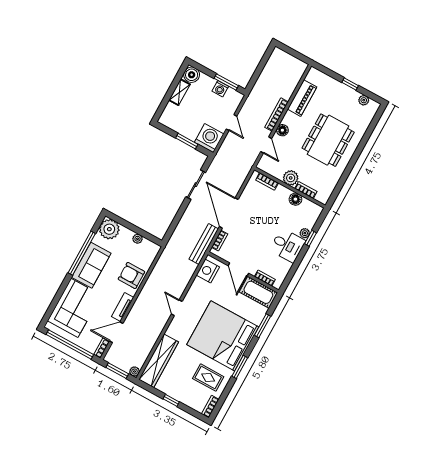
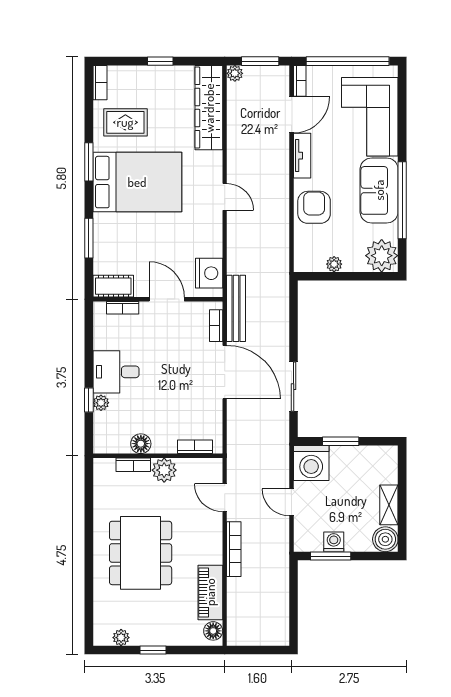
floor lamp: (282, 130) -> (213, 631), moved
armchair: (131, 275) -> (314, 207), turned -90
cot: (258, 292) -> (113, 286), width x0.73, depth x0.75
bed: (223, 336) -> (137, 182), width x0.73

